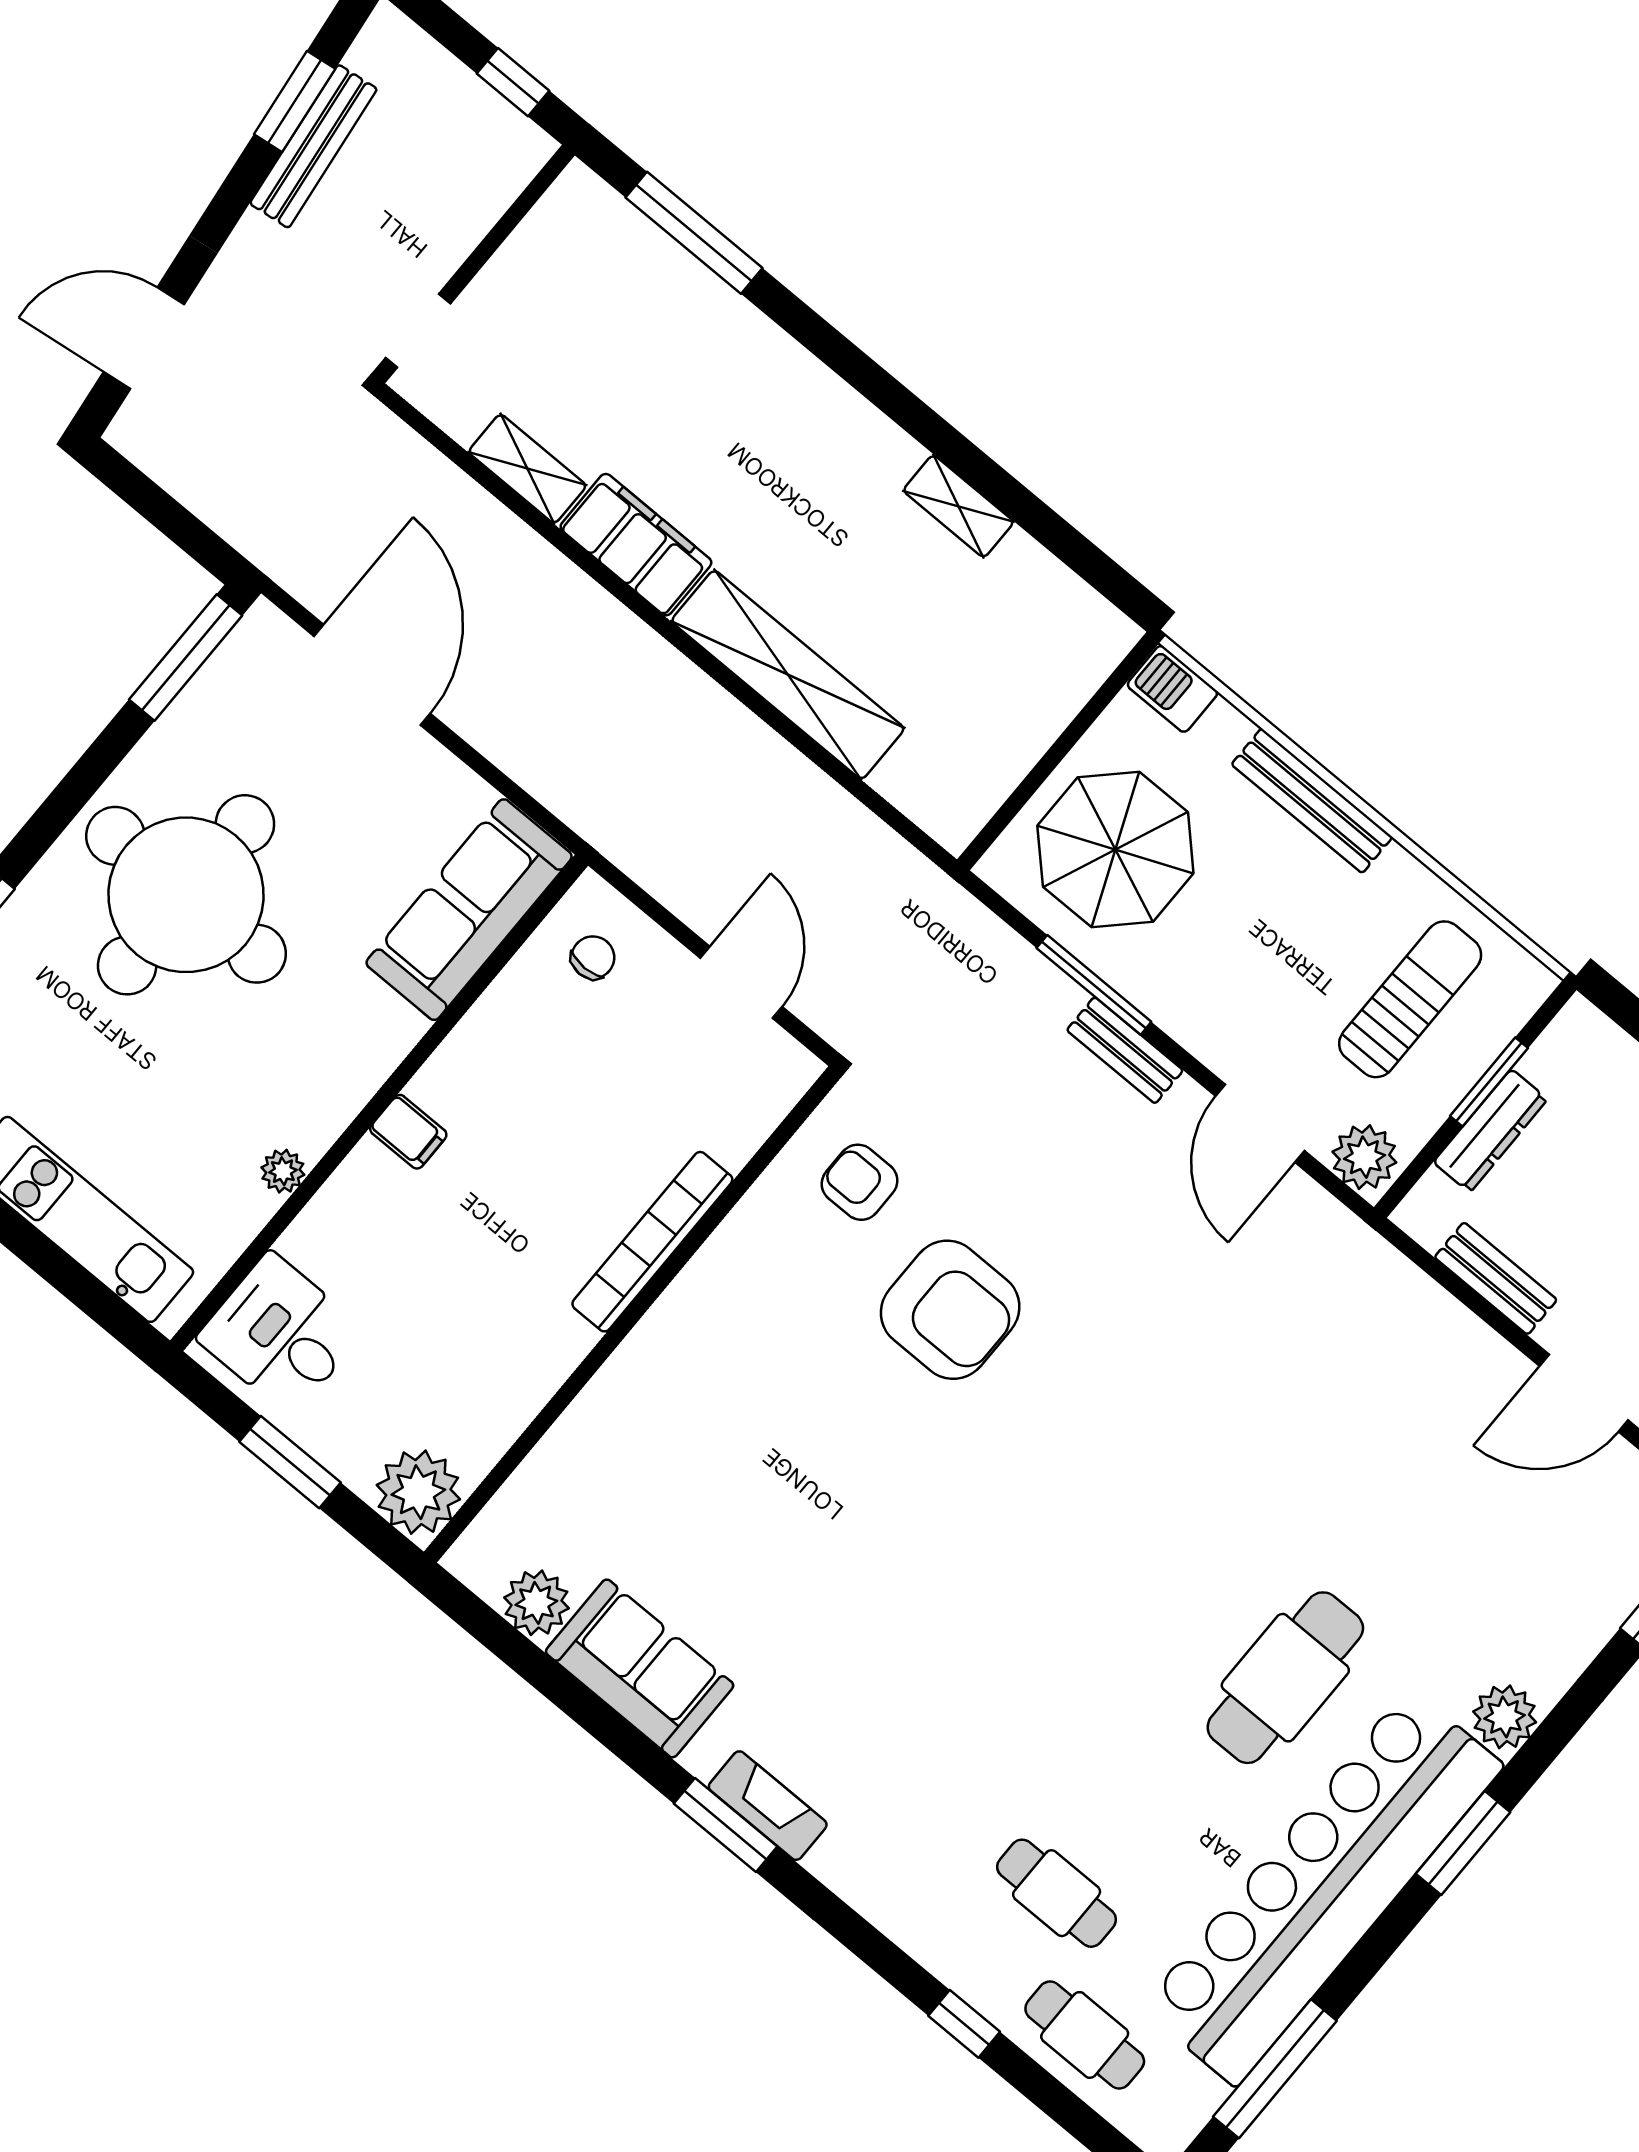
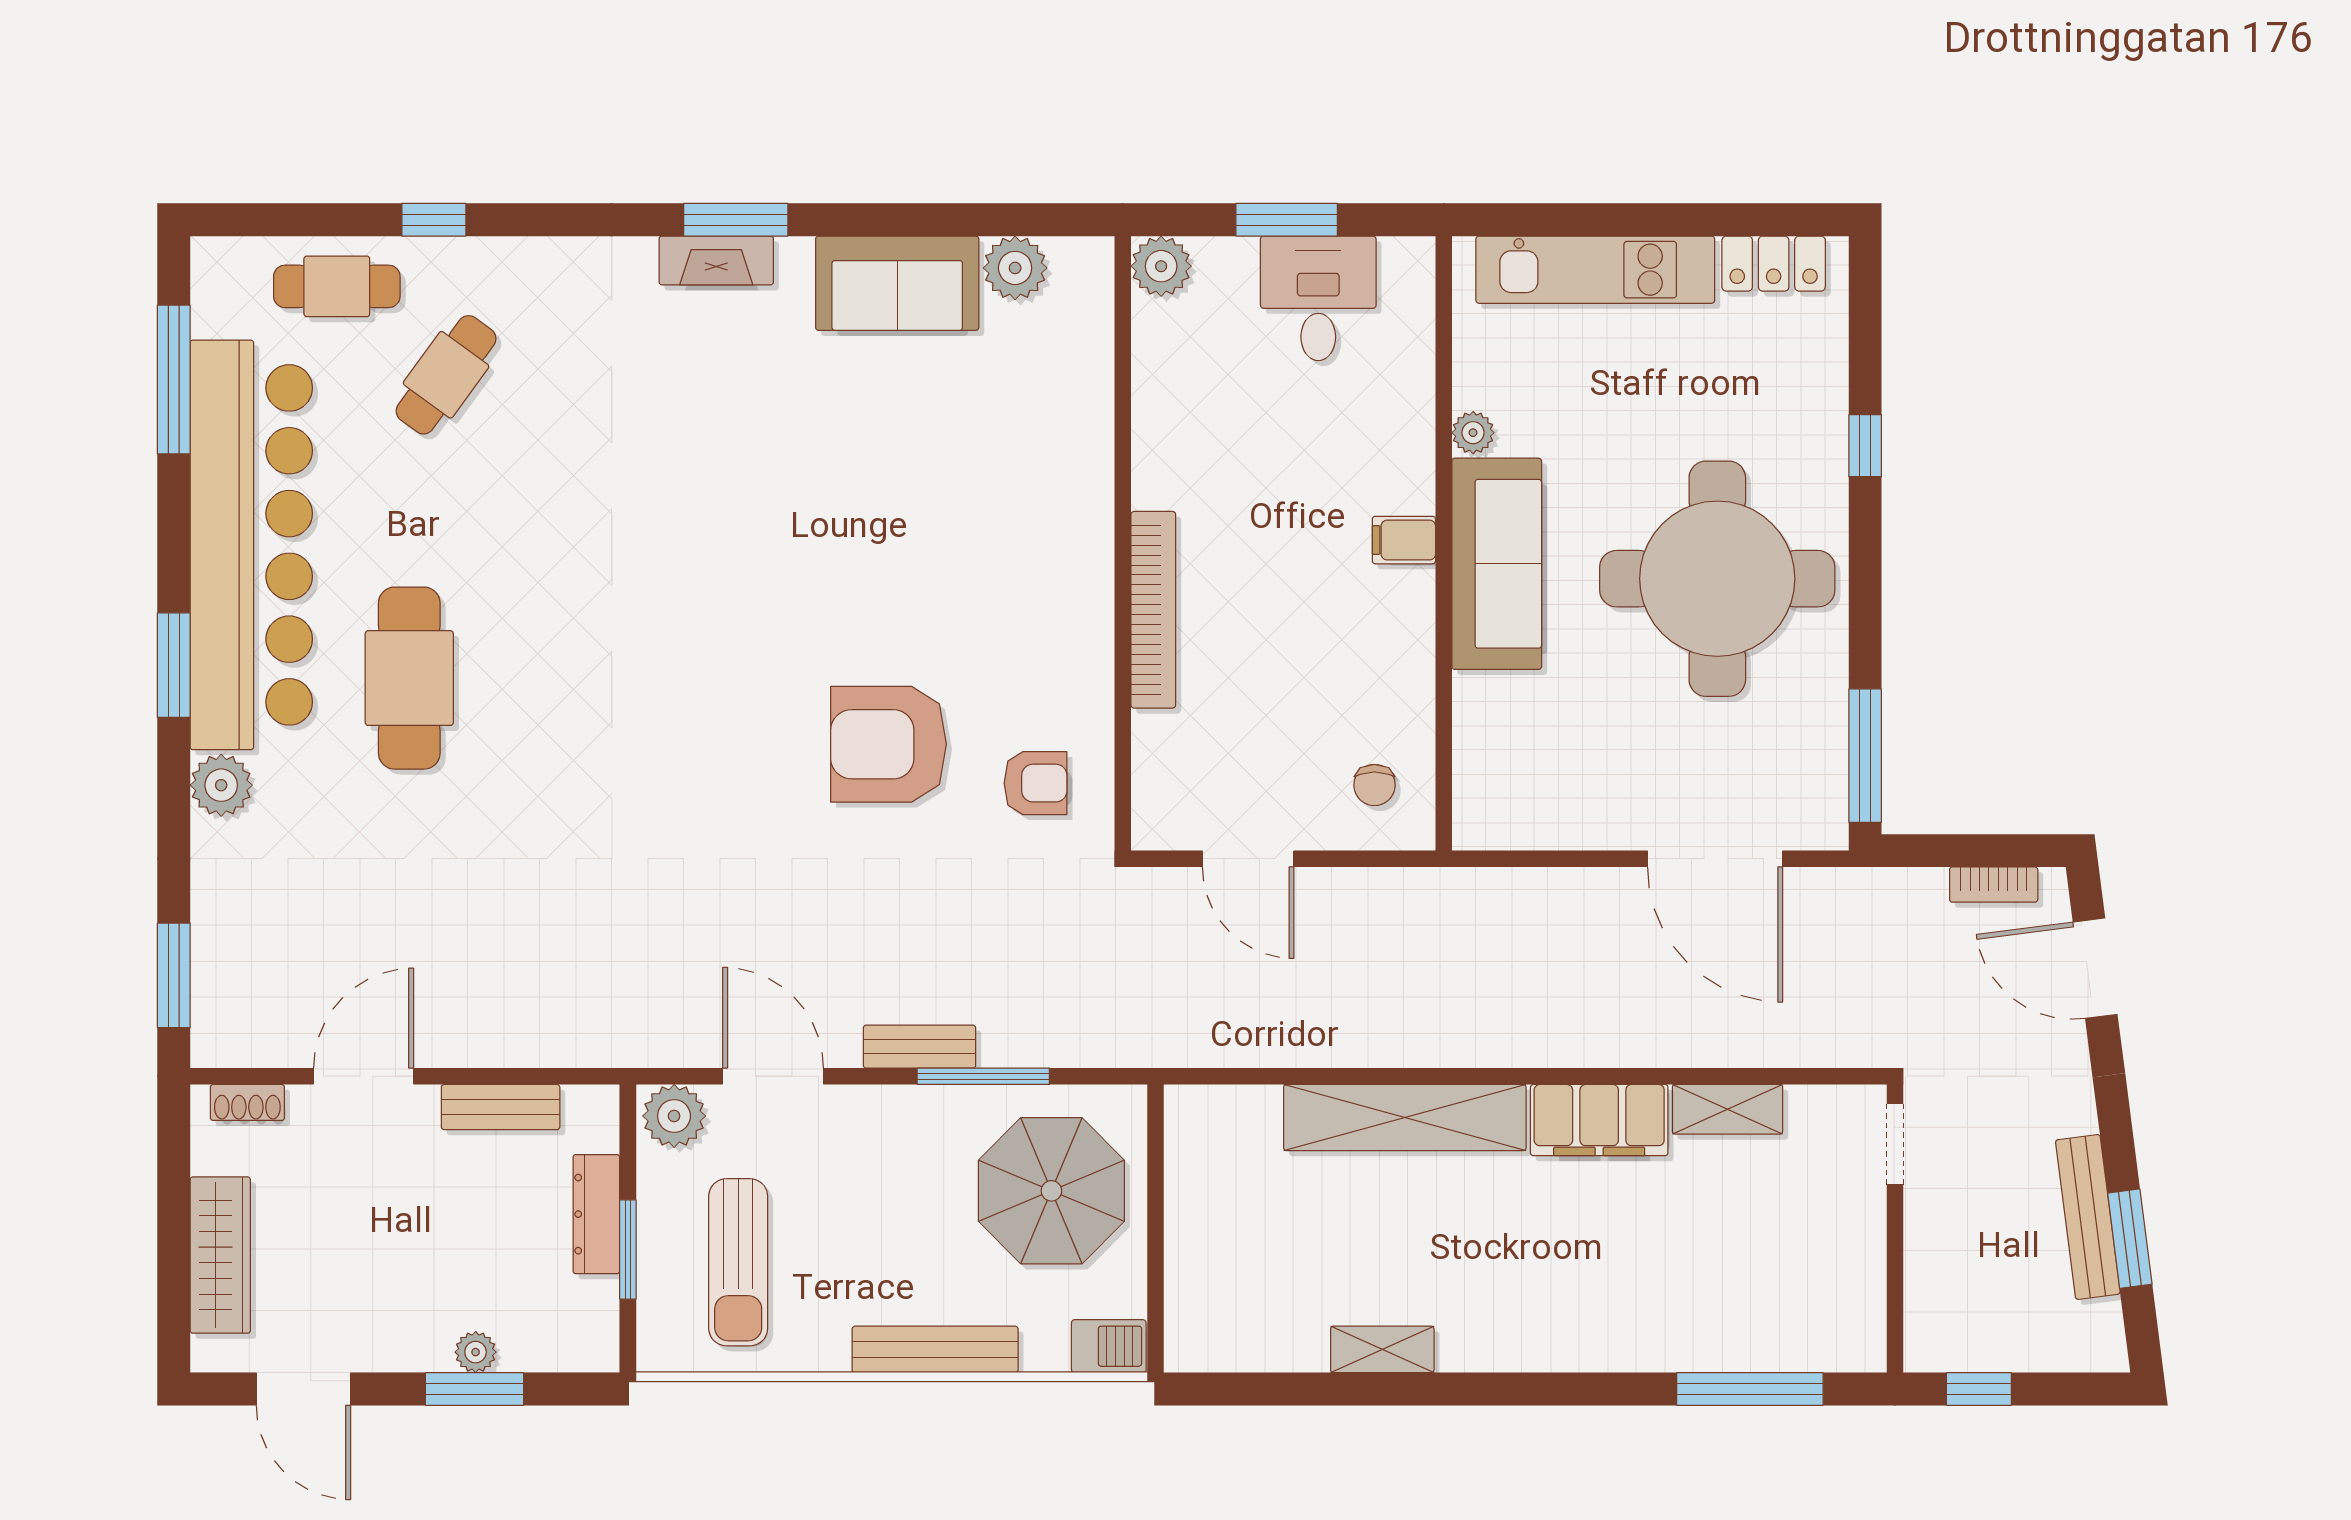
door: (144, 338) -> (2095, 968), swing flipped
bookcase: (169, 471) -> (1994, 885), added
sofa: (469, 910) -> (1497, 564), moved
desk: (281, 1334) -> (1318, 298), moved, turned -90
plant: (418, 1492) -> (1161, 266), width x0.73, depth x0.73
cafe table: (1057, 1893) -> (446, 375), turned -54

